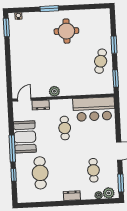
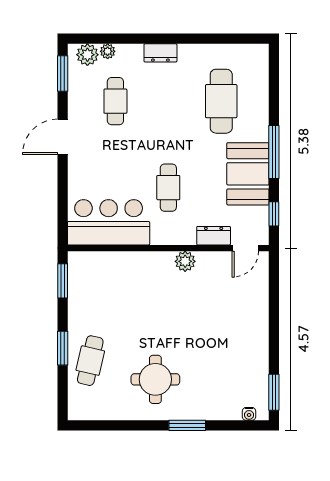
cafe table: (101, 61) -> (90, 361), moved
window: (14, 175) -> (274, 214), moved

